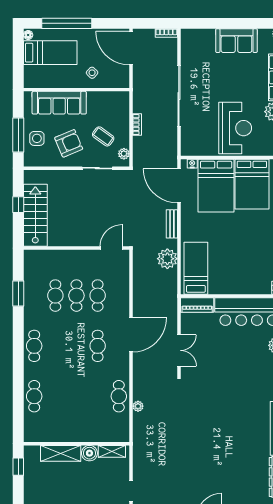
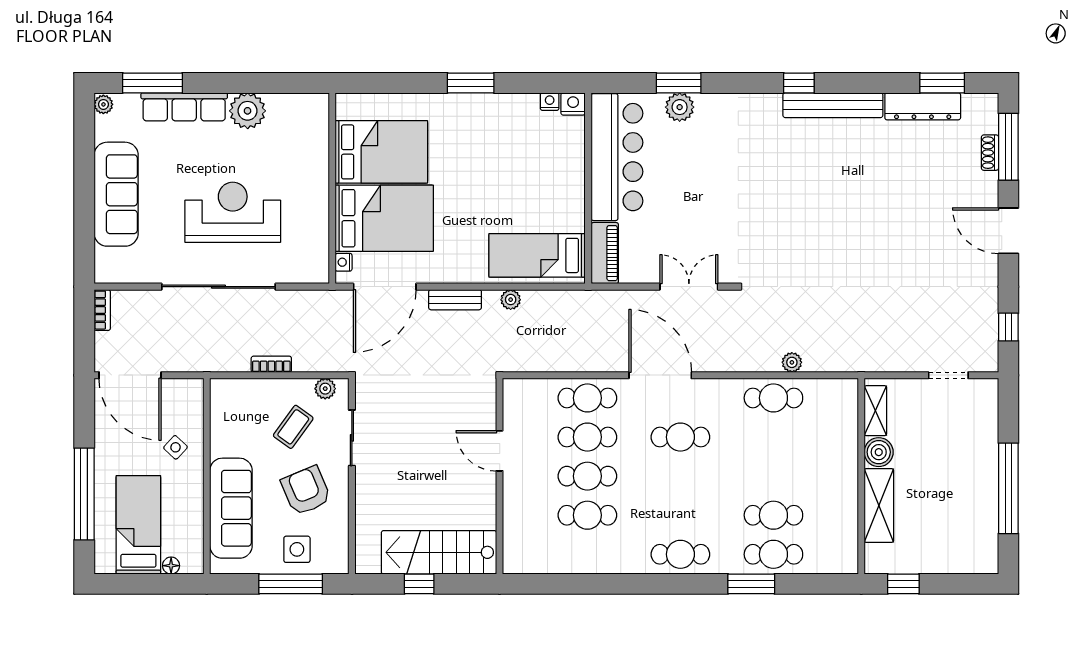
floor lamp: (28, 35) -> (171, 566), moved
sofa: (236, 41) -> (116, 194), width x1.36
door: (131, 48) -> (130, 375), hinge flipped
reception desk: (235, 128) -> (233, 212), moved
door: (111, 248) -> (500, 451), moved
plant: (167, 259) -> (511, 300), width x0.53, depth x0.53
window: (18, 293) -> (751, 584), moved
cafe table: (119, 296) -> (587, 398), added
cafe table: (55, 396) -> (773, 515), added

